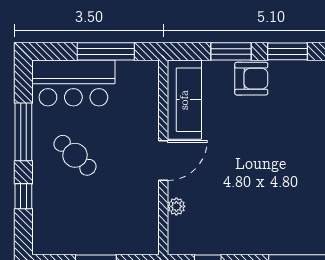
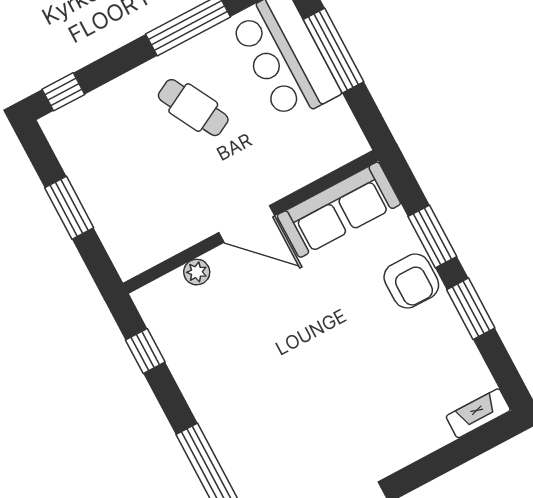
window: (106, 51) -> (334, 51), moved
cafe table: (75, 155) -> (193, 108), turned -71
window: (23, 196) -> (63, 92), moved

